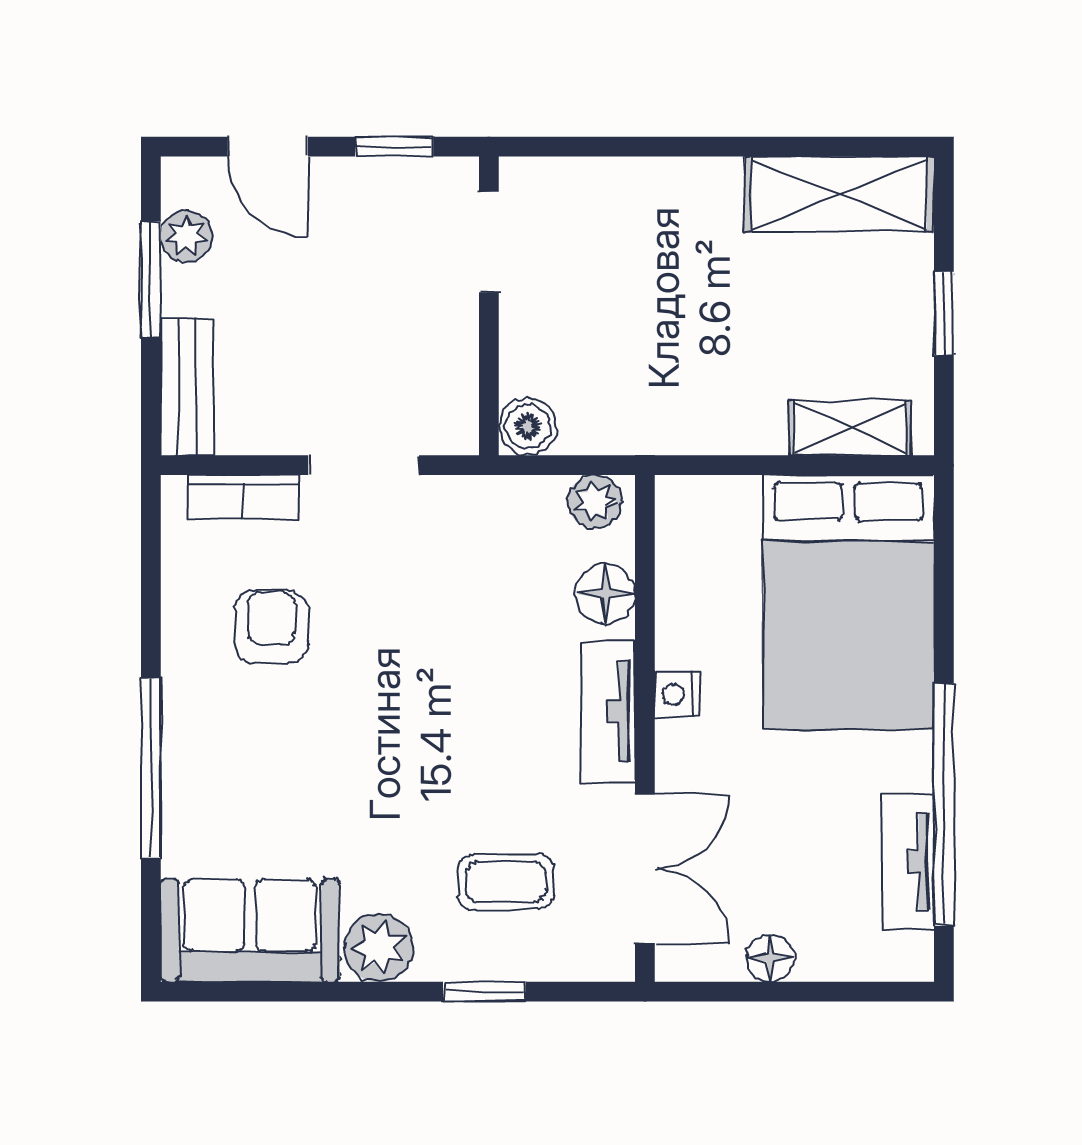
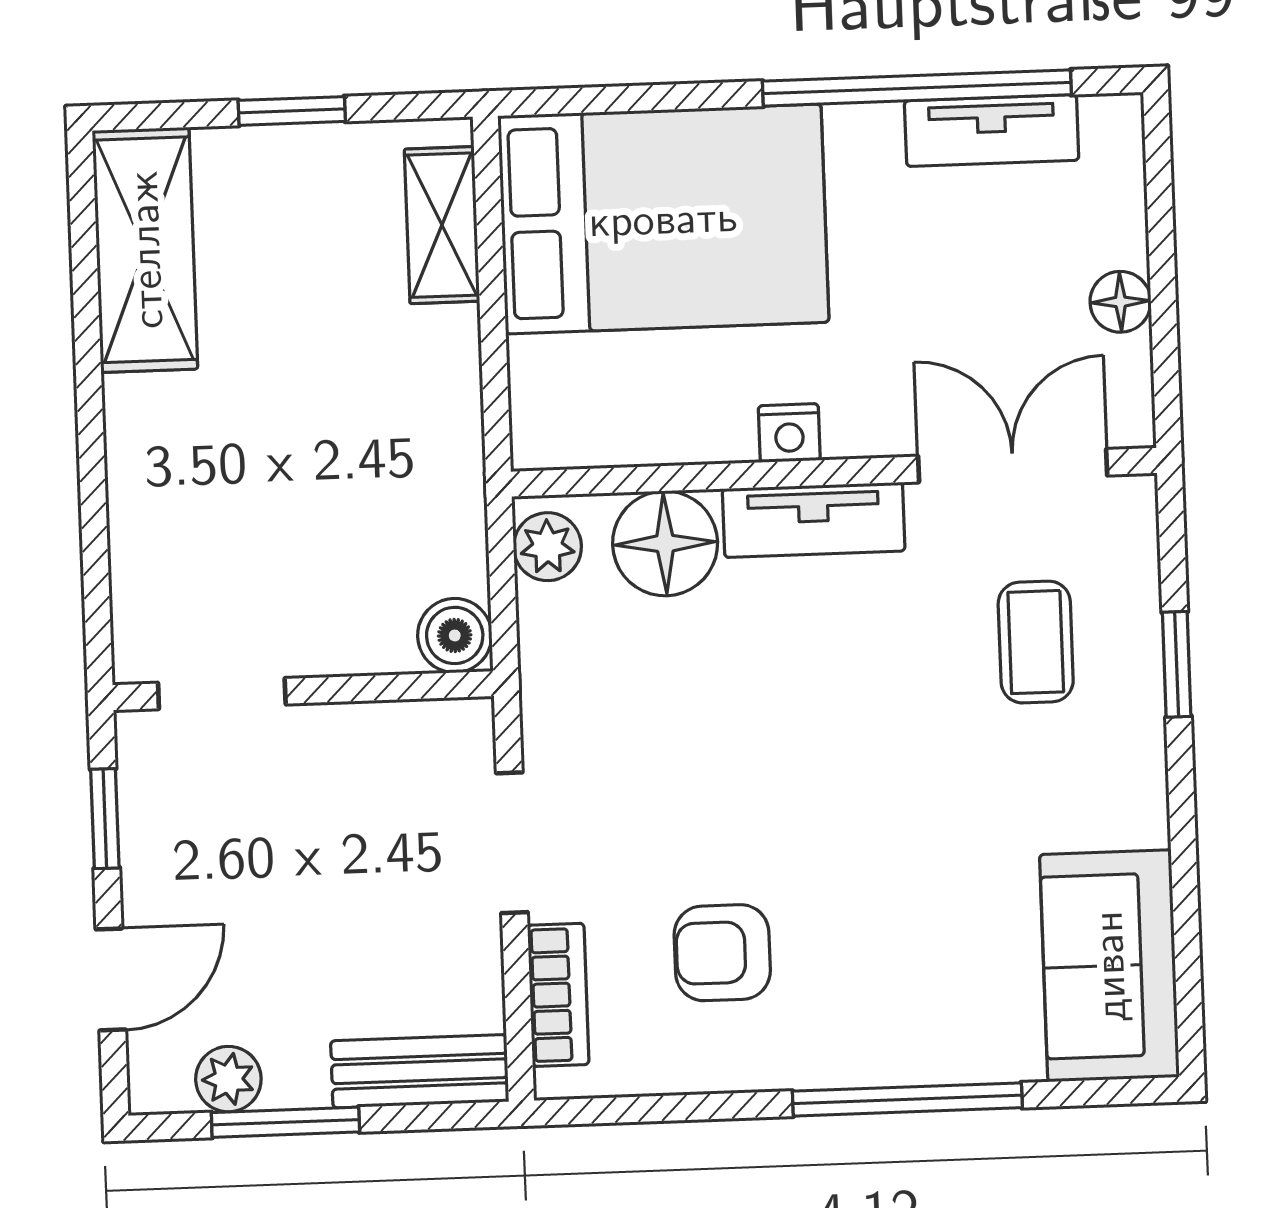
floor lamp: (605, 594) -> (665, 543), width x1.38, depth x1.38
plant: (379, 948) -> (1125, 801), removed

